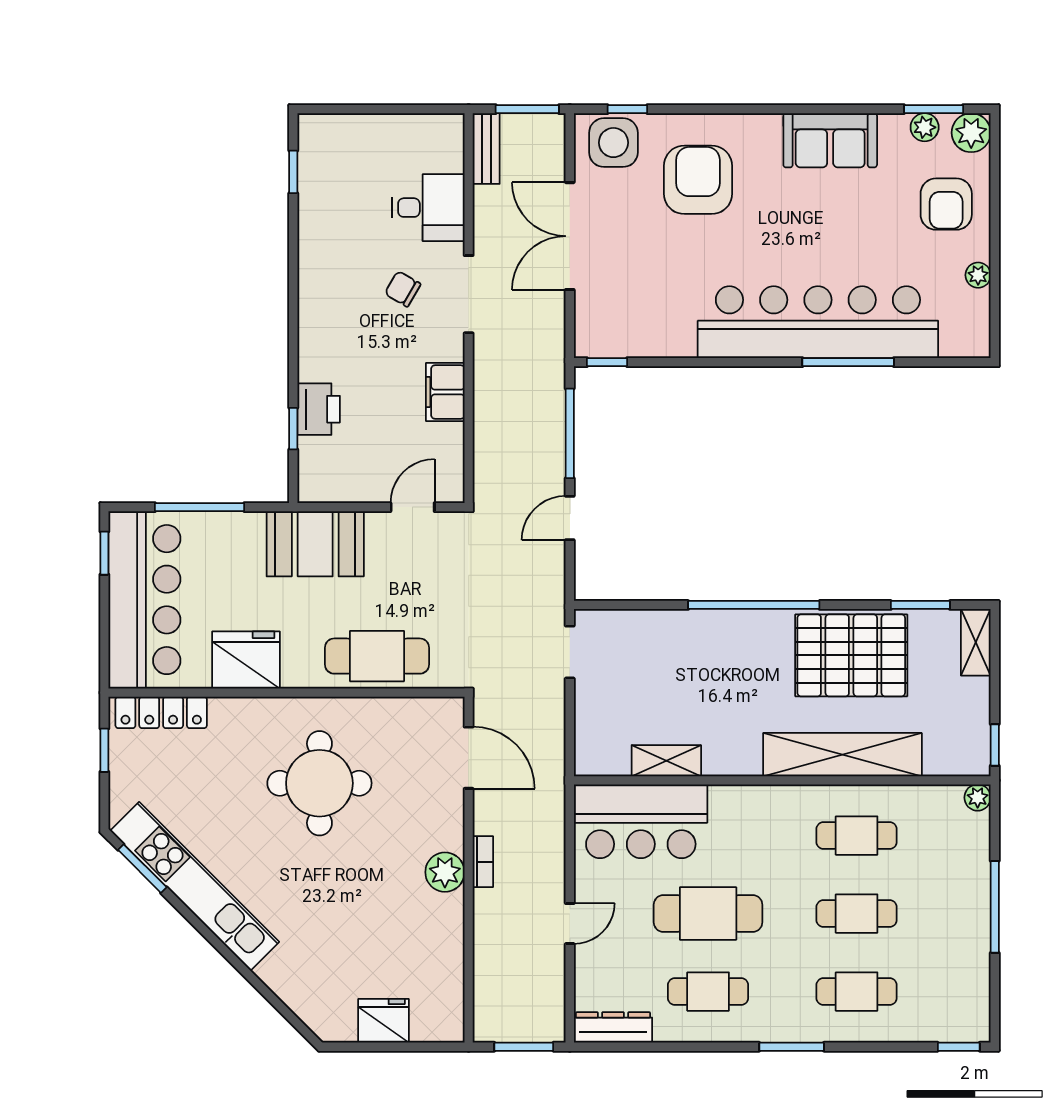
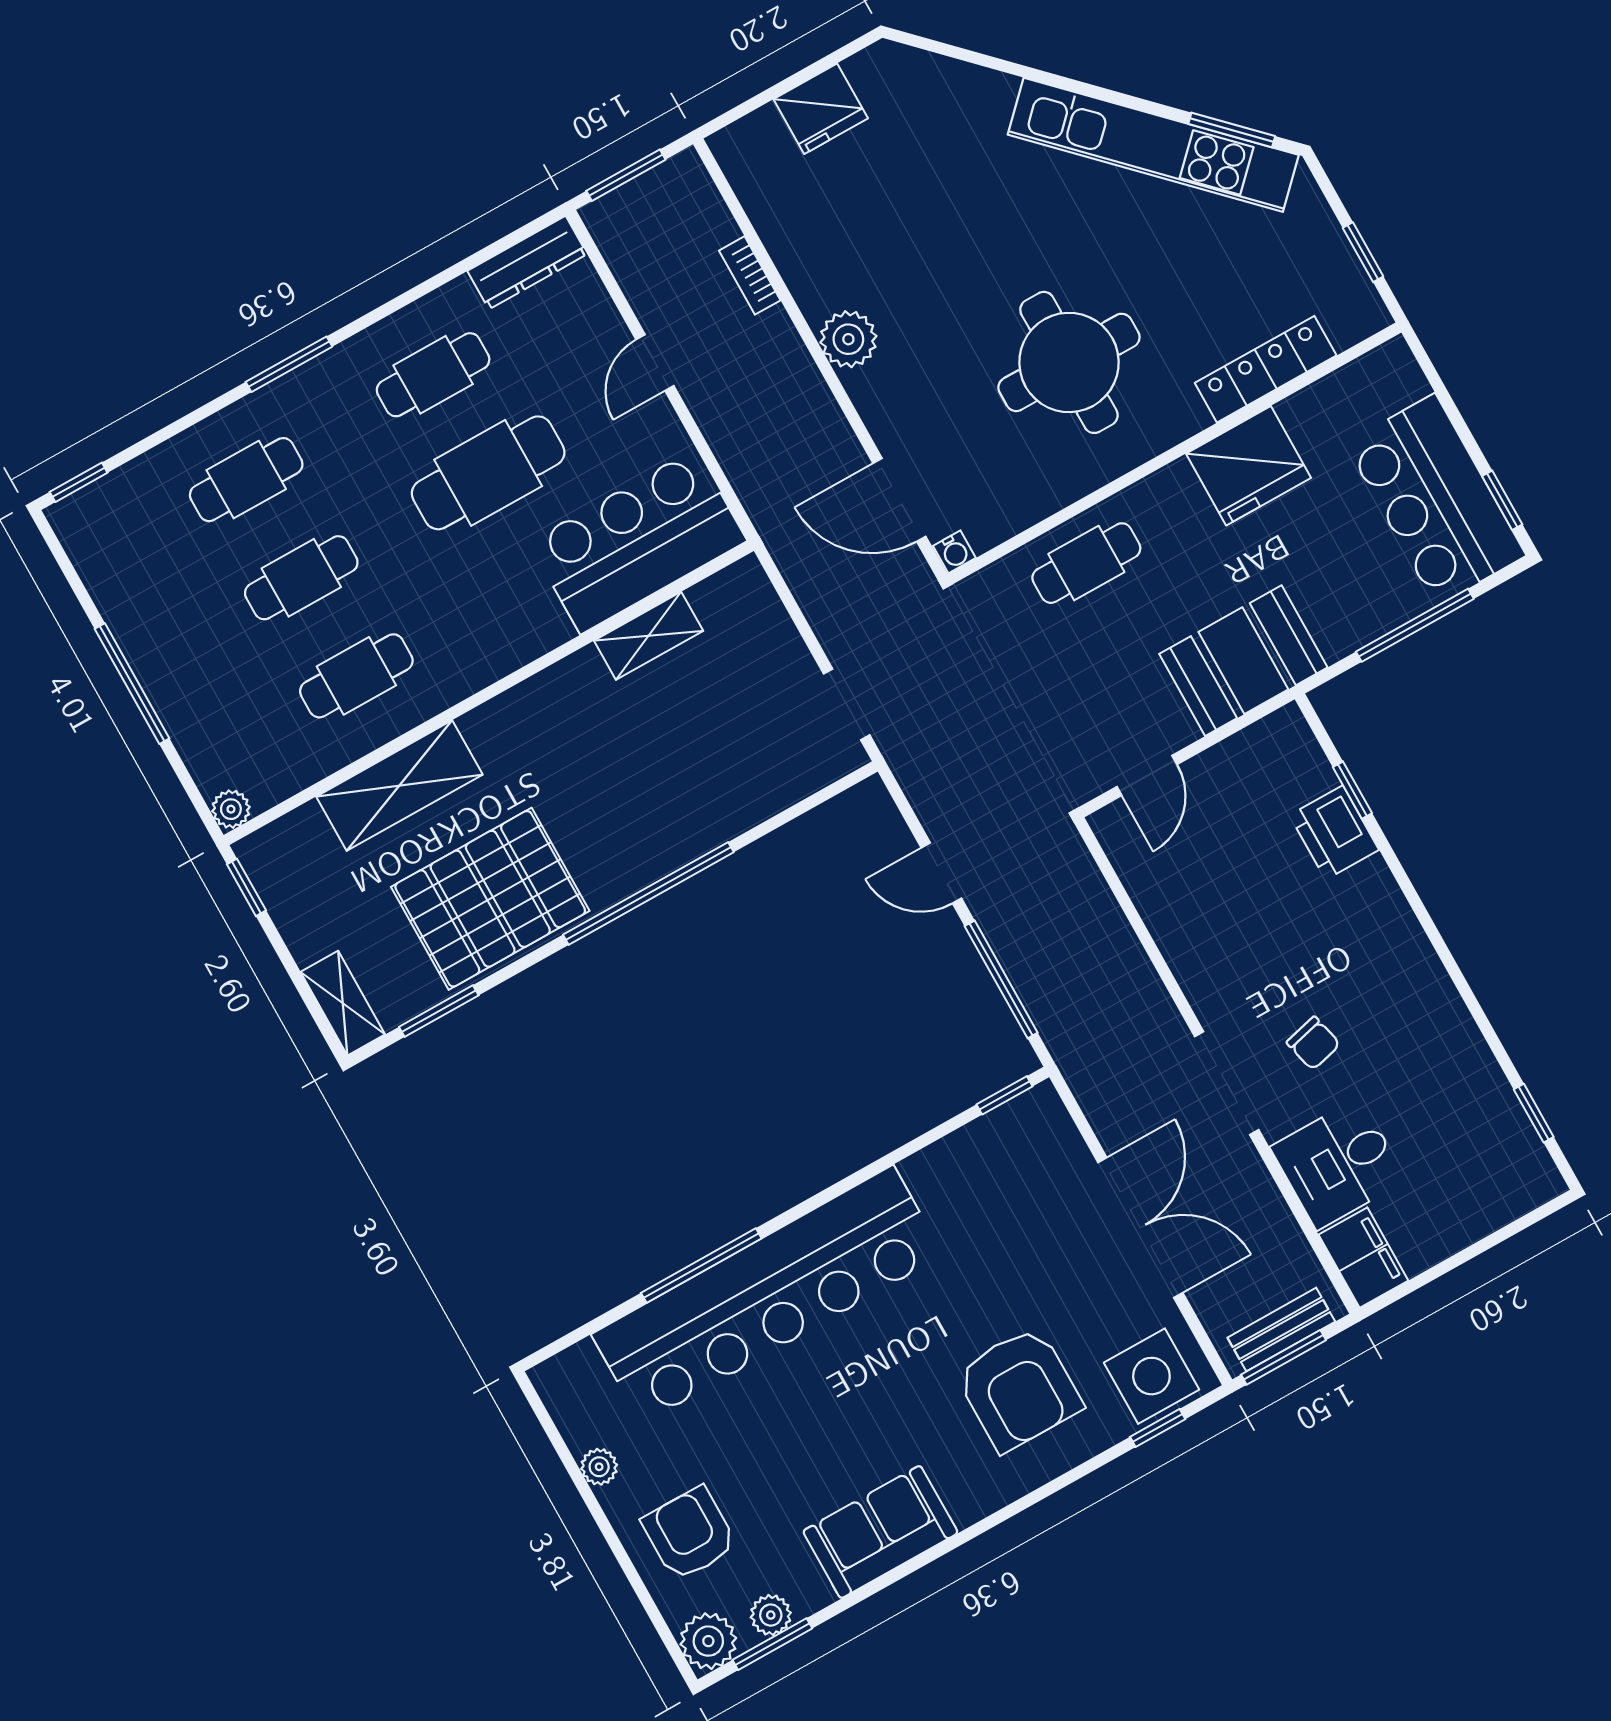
bench: (486, 149) -> (1281, 1330), moved, turned 90
chair: (403, 289) -> (1313, 1043), turned 46
filing cabinet: (445, 392) -> (1363, 1258), moved
door: (570, 518) -> (941, 873), swing flipped
bar counter: (144, 600) -> (1436, 500), width x0.73
cafe table: (377, 656) -> (1086, 563), width x0.73, depth x0.74
water cooler: (453, 708) -> (954, 552), added
locker: (161, 712) -> (1266, 369), moved
shelving: (842, 755) -> (399, 786), width x0.68
bookcase: (483, 862) -> (750, 275), moved

